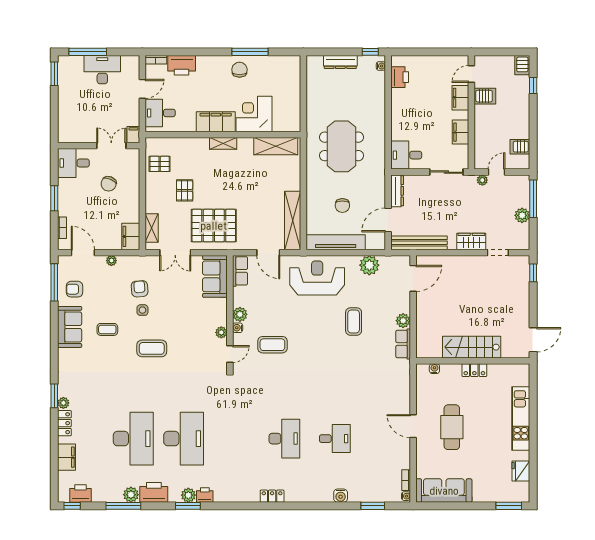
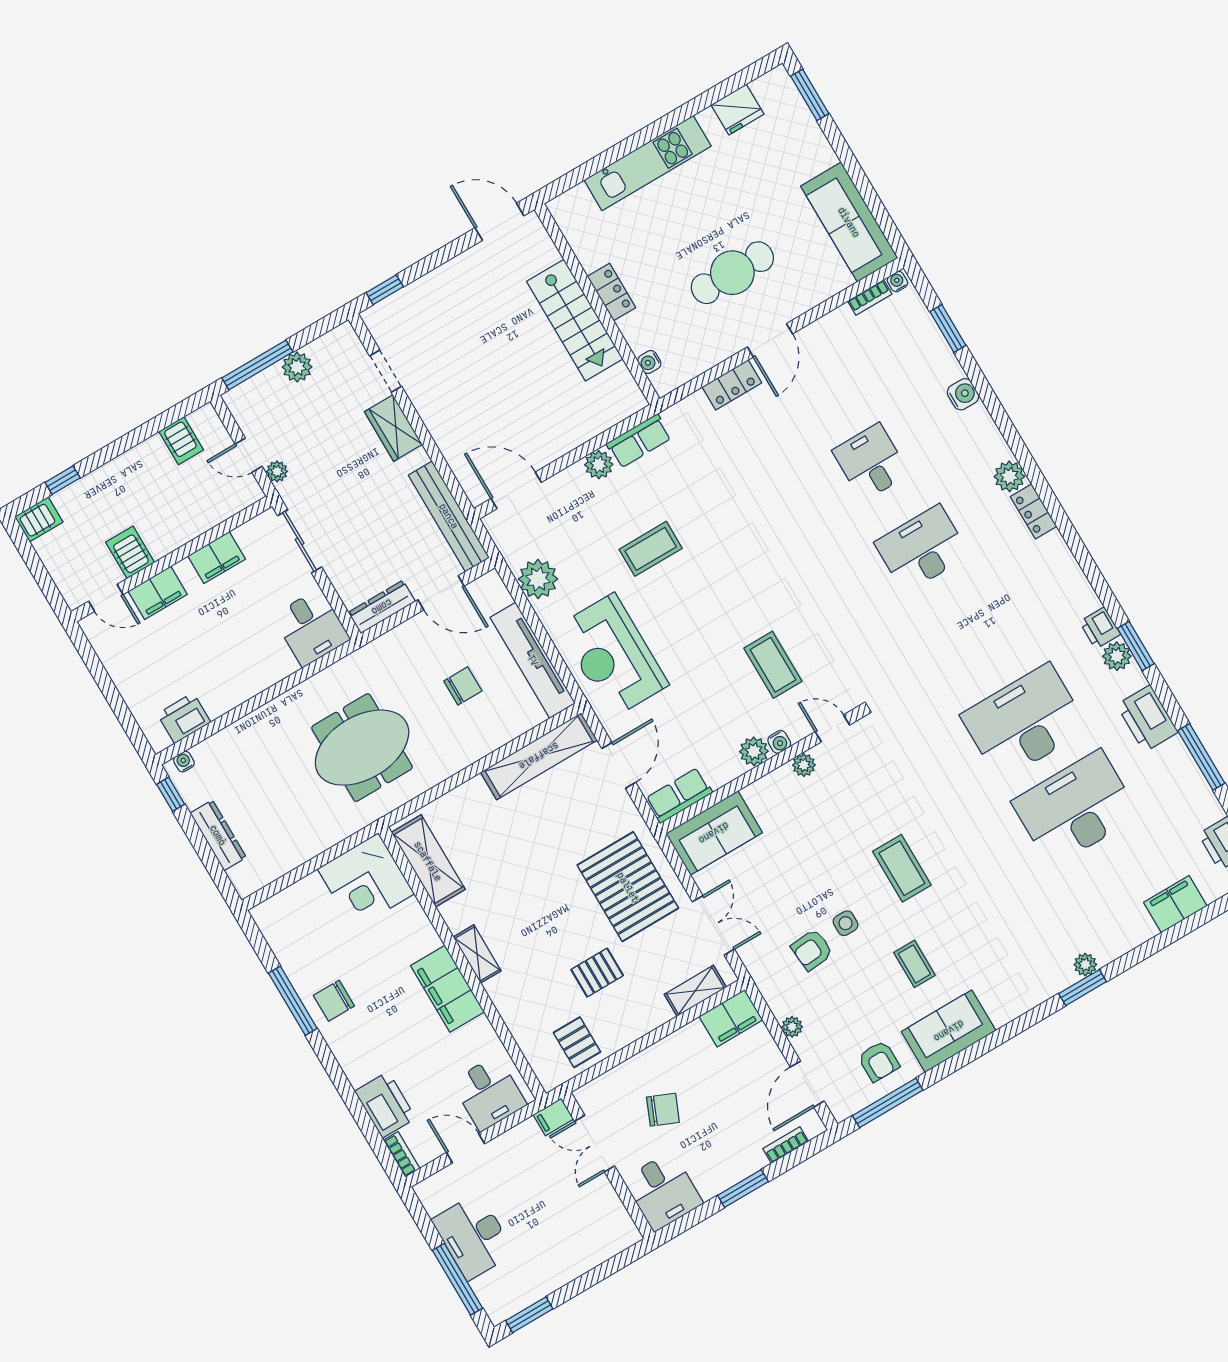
corner desk: (254, 114) -> (366, 881), moved
locker: (64, 423) -> (732, 385), moved, turned 180
plant: (131, 495) -> (1009, 476), moved

